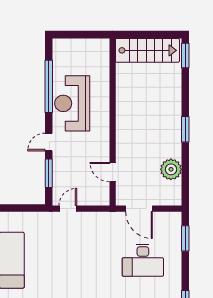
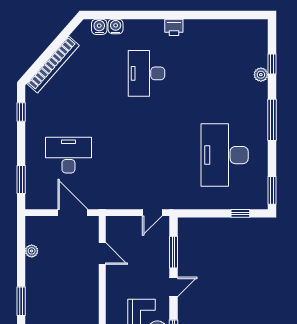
plant: (171, 169) -> (32, 251), width x0.53, depth x0.53

